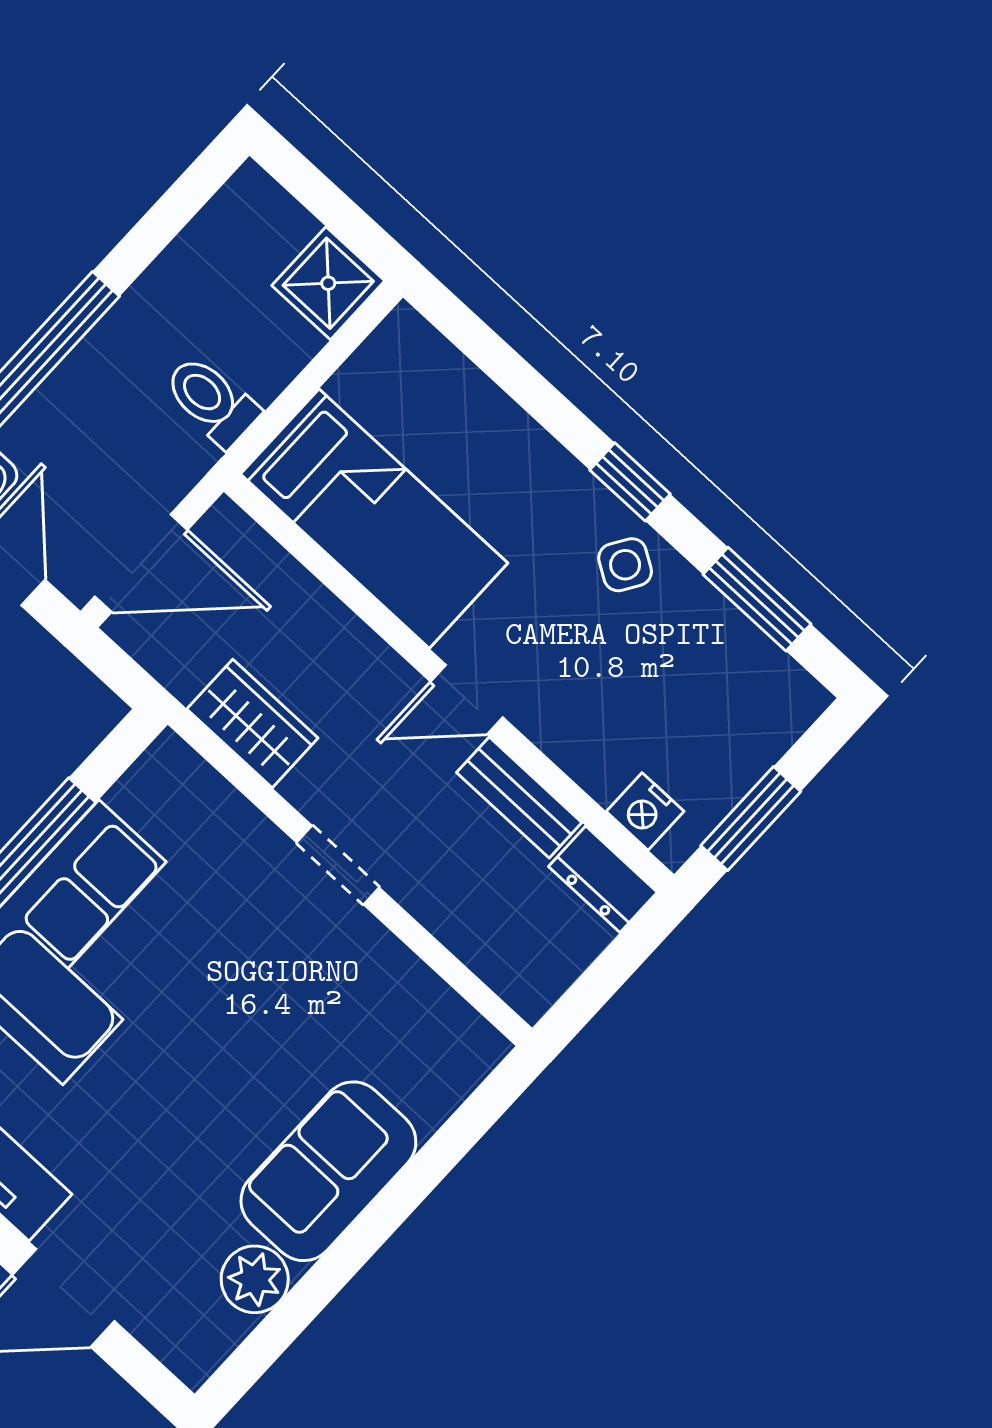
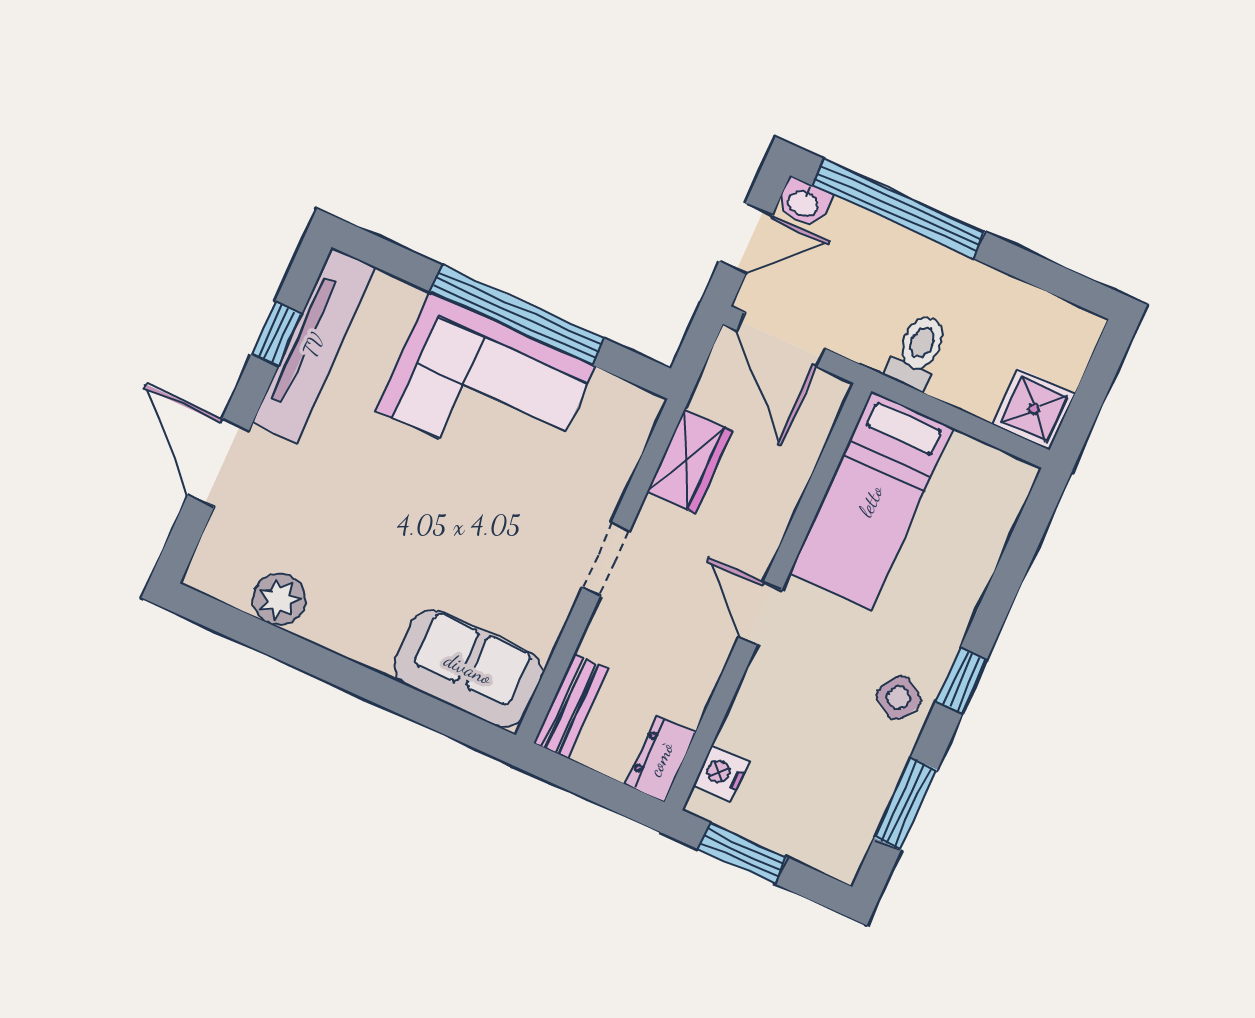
bench: (519, 797) -> (571, 706), moved
sofa: (328, 1171) -> (468, 669), moved

